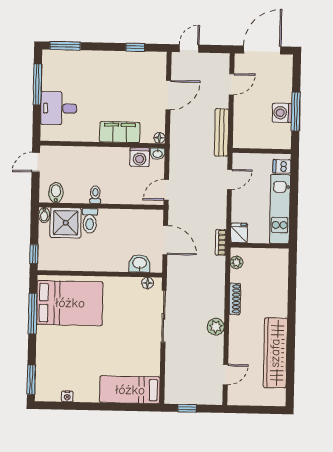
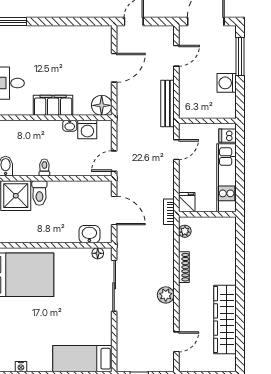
window: (135, 47) -> (81, 21), removed
window: (296, 111) -> (240, 57), moved
filing cabinet: (120, 132) -> (53, 105), moved
floor lamp: (159, 138) -> (102, 105), width x1.89, depth x1.89
washbasin: (158, 154) -> (70, 126), moved

